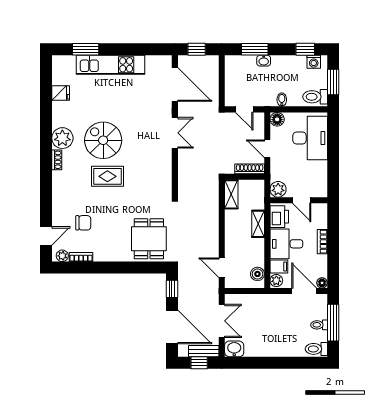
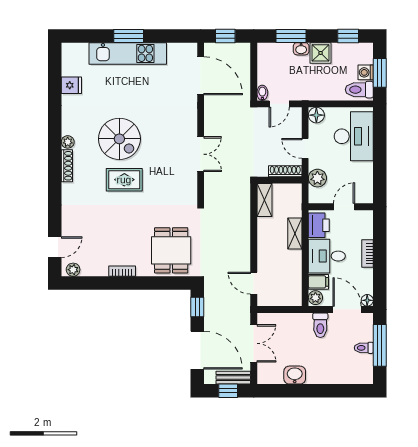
window: (86, 49) -> (129, 36), moved
washing machine: (314, 62) -> (366, 72), moved, turned 90
shower: (281, 64) -> (321, 53), added
bidet: (282, 100) -> (262, 93), moved
door: (244, 109) -> (279, 104), hinge flipped
double door: (175, 133) -> (201, 154), moved
plant: (62, 138) -> (68, 142), width x0.53, depth x0.53
spiral stairs: (103, 140) -> (119, 139), turned 180
shoe rack: (57, 160) -> (67, 166), width x1.43
plant: (278, 189) -> (317, 178), moved
door: (302, 200) -> (344, 207), swing flipped
chair: (83, 223) -> (97, 232), removed
bookcase: (81, 257) -> (122, 271), moved
boiler: (257, 274) -> (294, 290), removed
washbasin: (234, 349) -> (295, 375), moved
toilet: (316, 349) -> (320, 325), moved, turned -90

